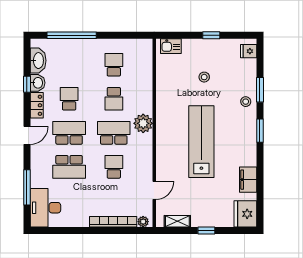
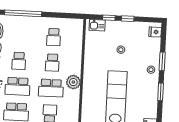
window: (186, 35) -> (109, 18), added
school desk: (114, 65) -> (54, 37), turned 180
school desk: (69, 99) -> (19, 61), turned 180
school desk: (69, 133) -> (18, 86), turned 180
school desk: (114, 133) -> (51, 88), turned 180

